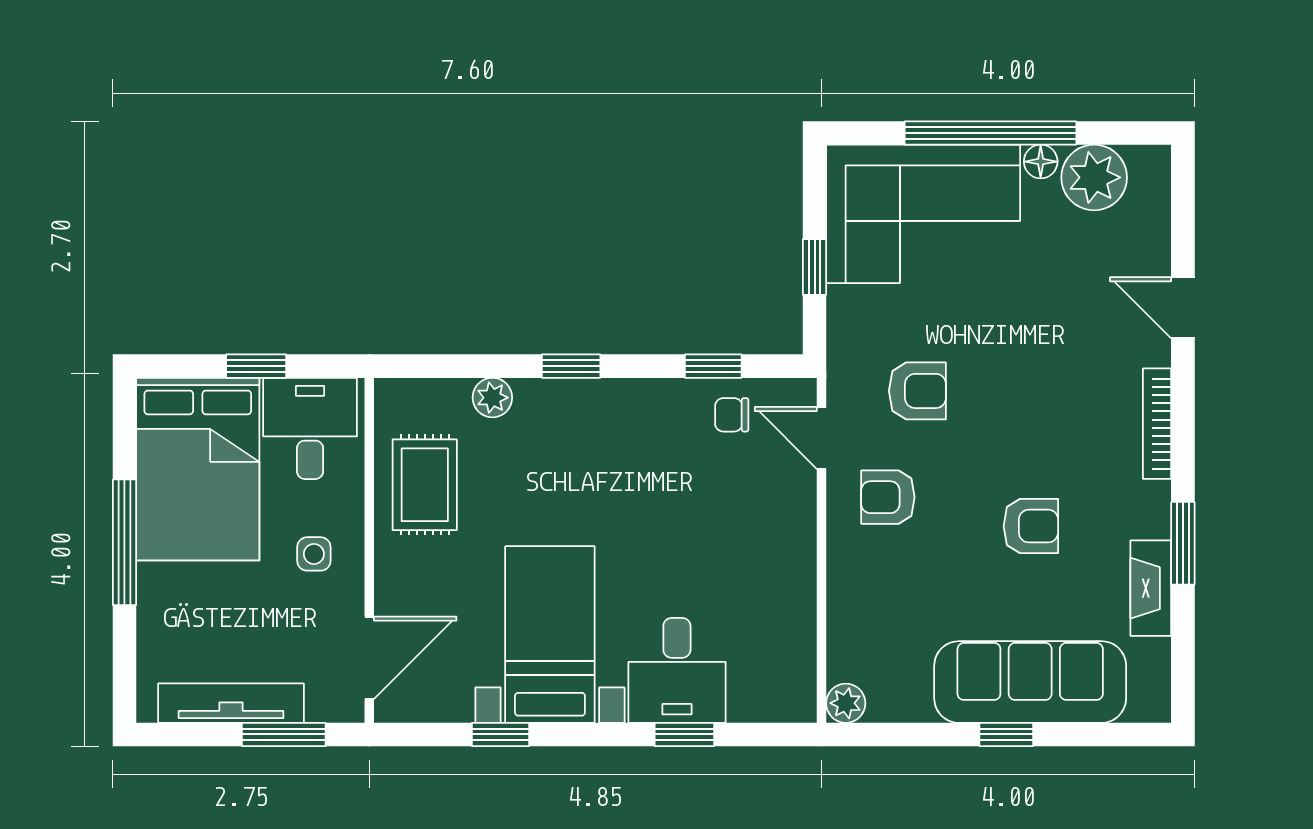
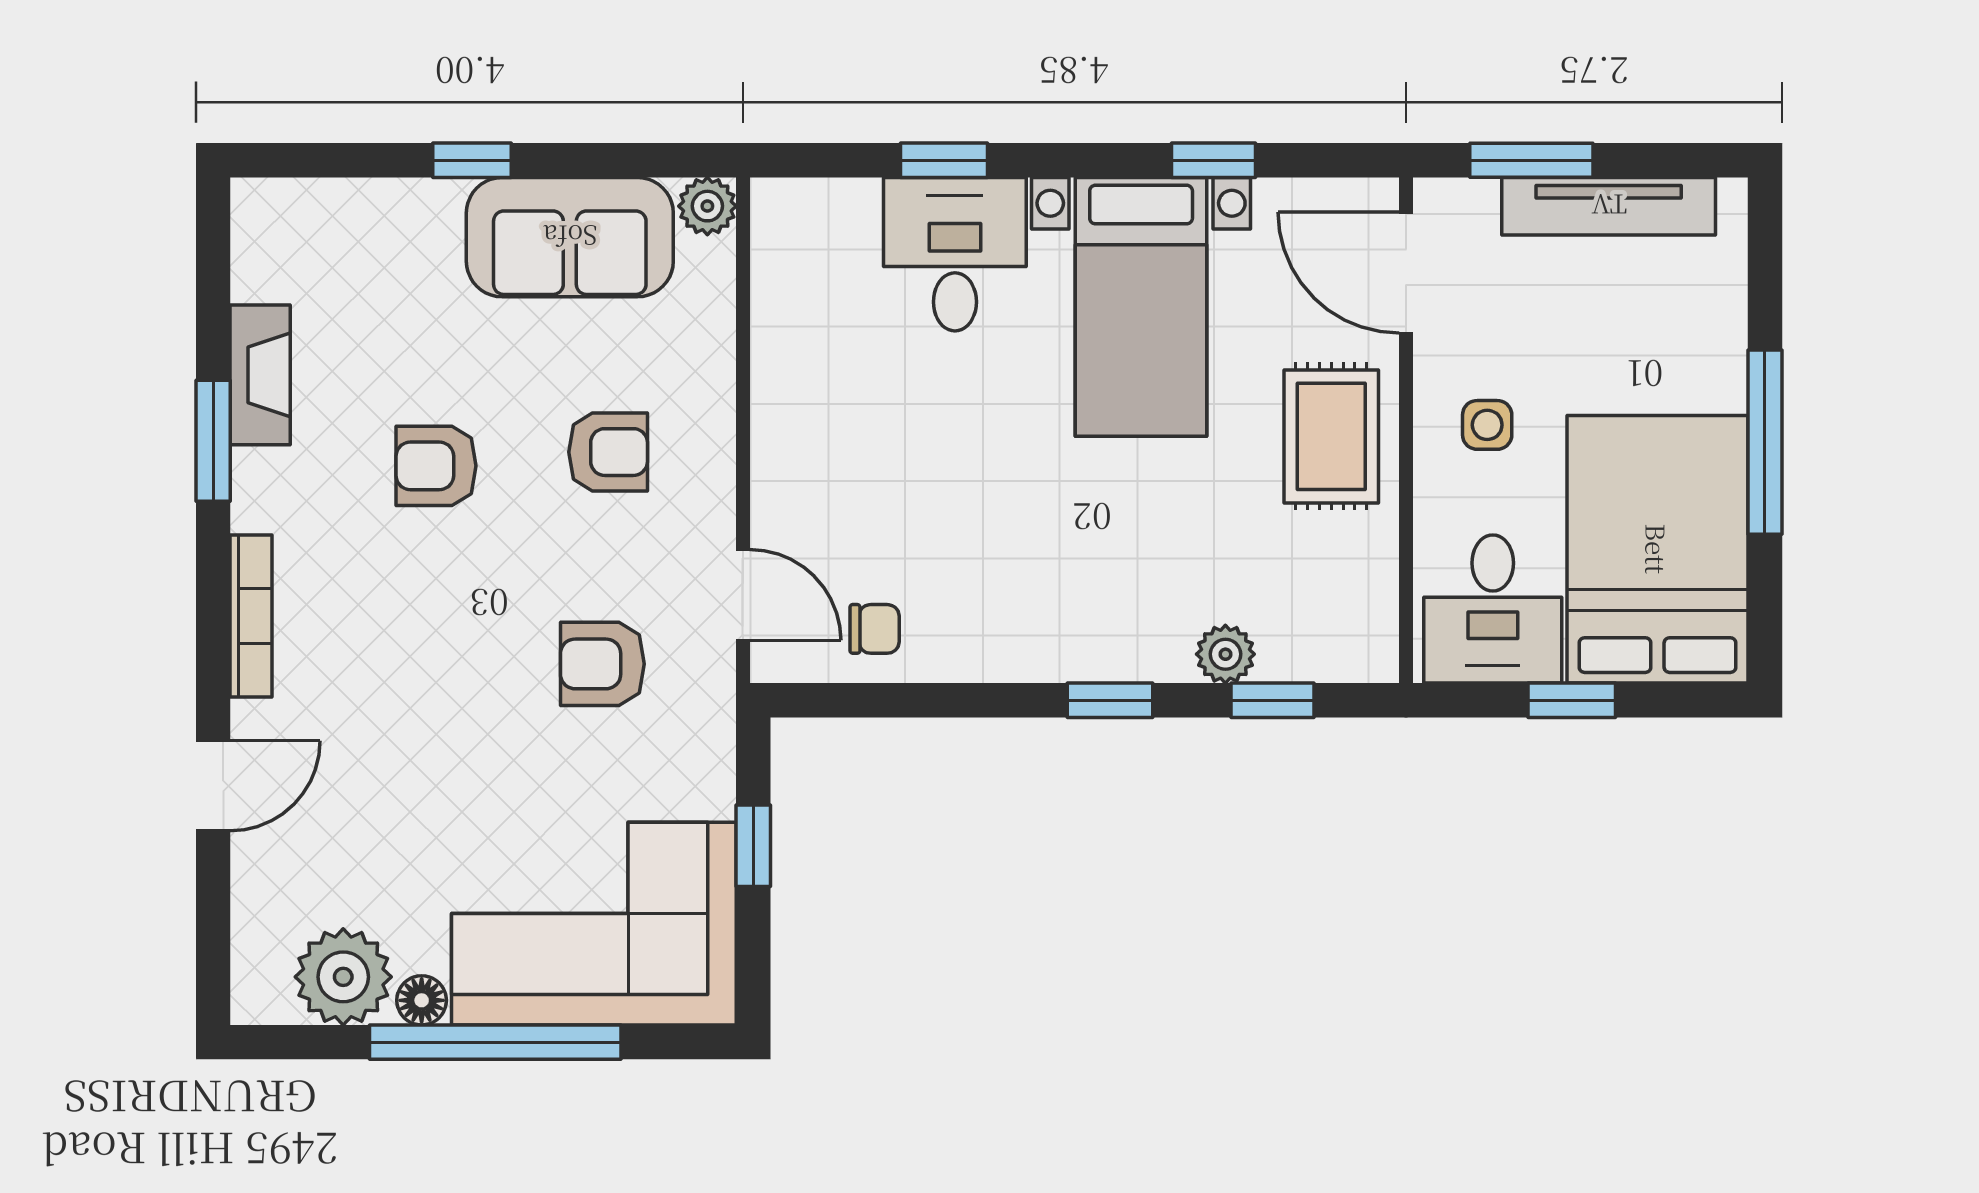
door: (1183, 308) -> (213, 786), hinge flipped
window: (713, 366) -> (1273, 700), moved
rug: (425, 485) -> (1331, 436), moved
armchair: (888, 497) -> (608, 452), moved
door: (369, 658) -> (1406, 273), hinge flipped
sofa: (1030, 682) -> (570, 237), moved, width x0.73

